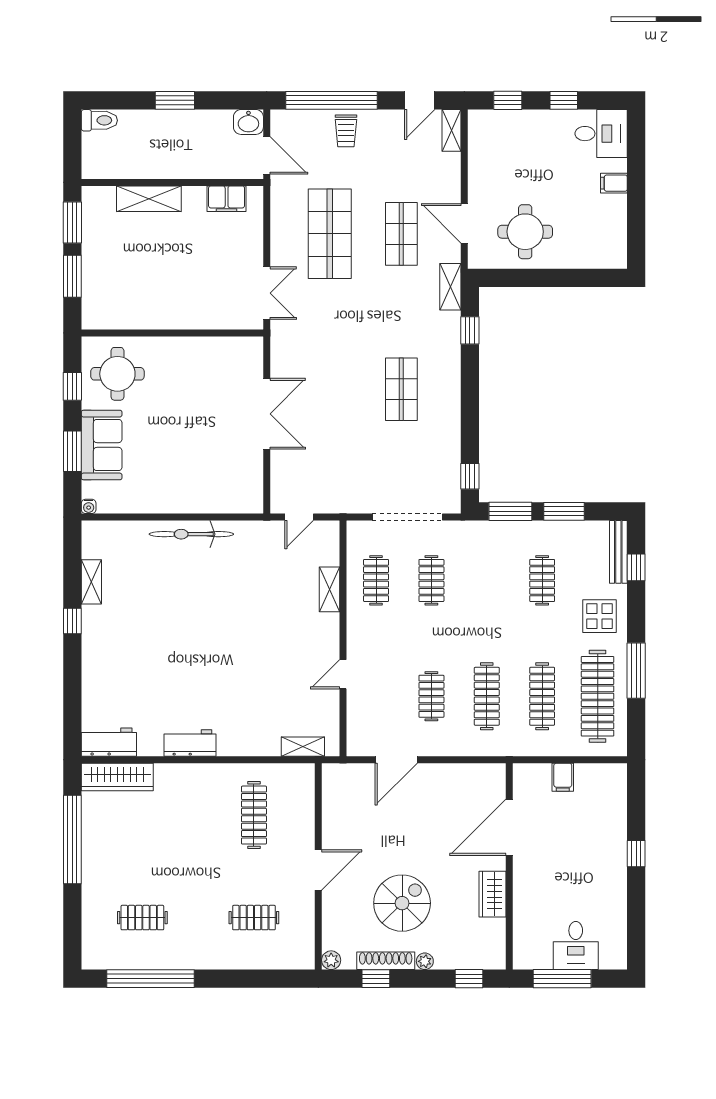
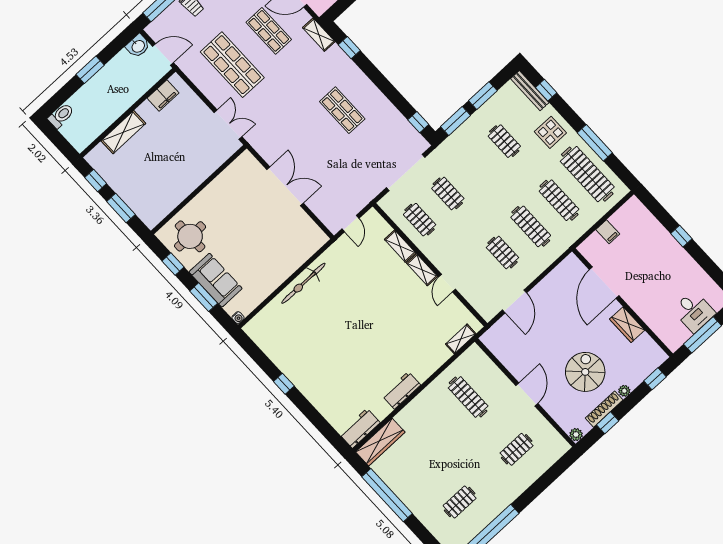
window: (72, 223) -> (96, 181), width x0.67
shelving: (91, 582) -> (422, 270), moved

